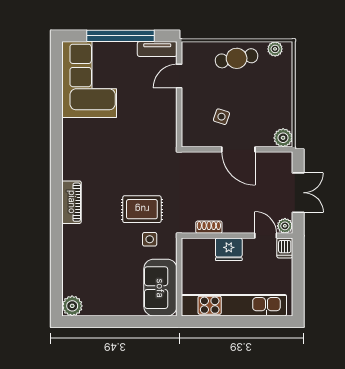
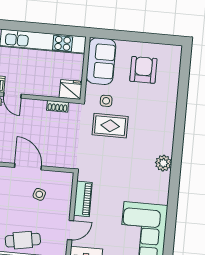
piano: (72, 202) -> (83, 199), moved, turned 180
fridge: (229, 249) -> (71, 89), moved
armchair: (107, 282) -> (143, 70), added
plant: (72, 306) -> (163, 163), moved

